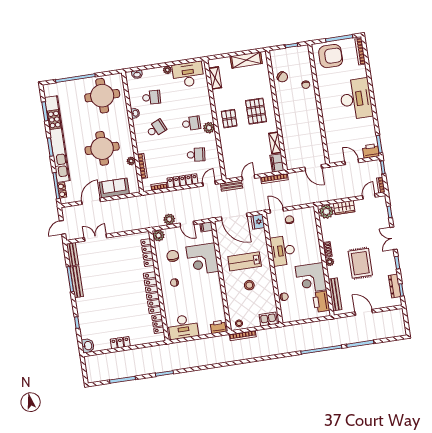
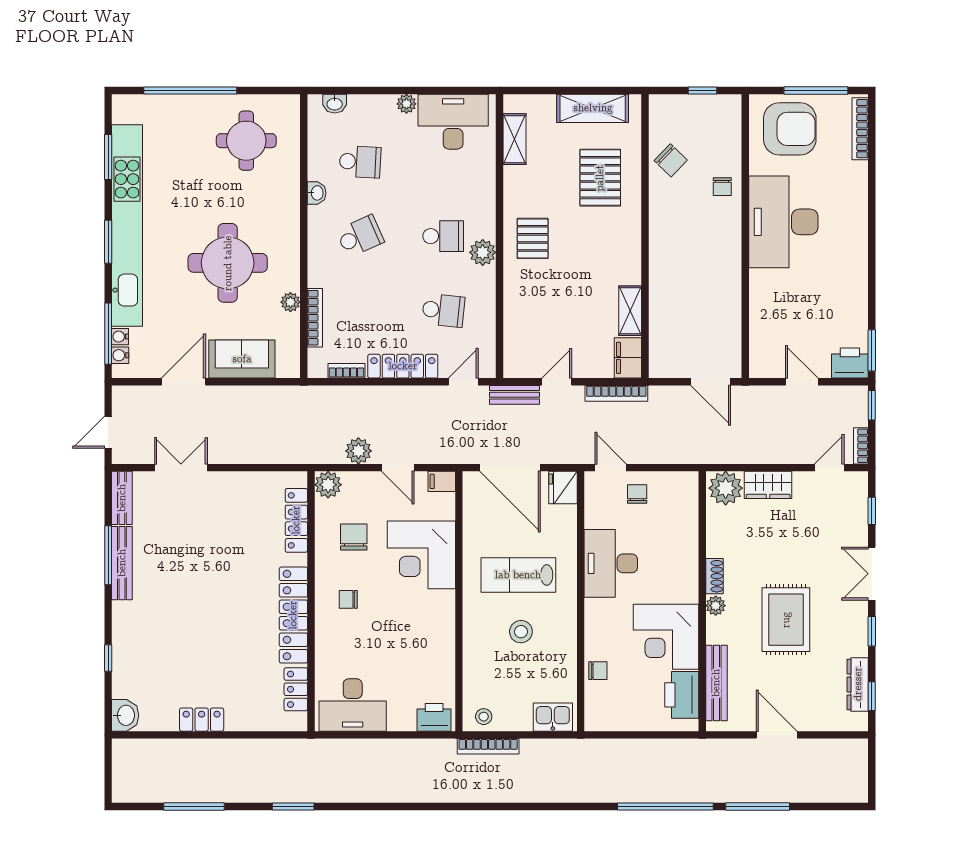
round table: (102, 96) -> (246, 141), width x0.73, depth x0.73
desk: (356, 99) -> (783, 222), moved, turned 180
pallet: (256, 111) -> (600, 178), moved

